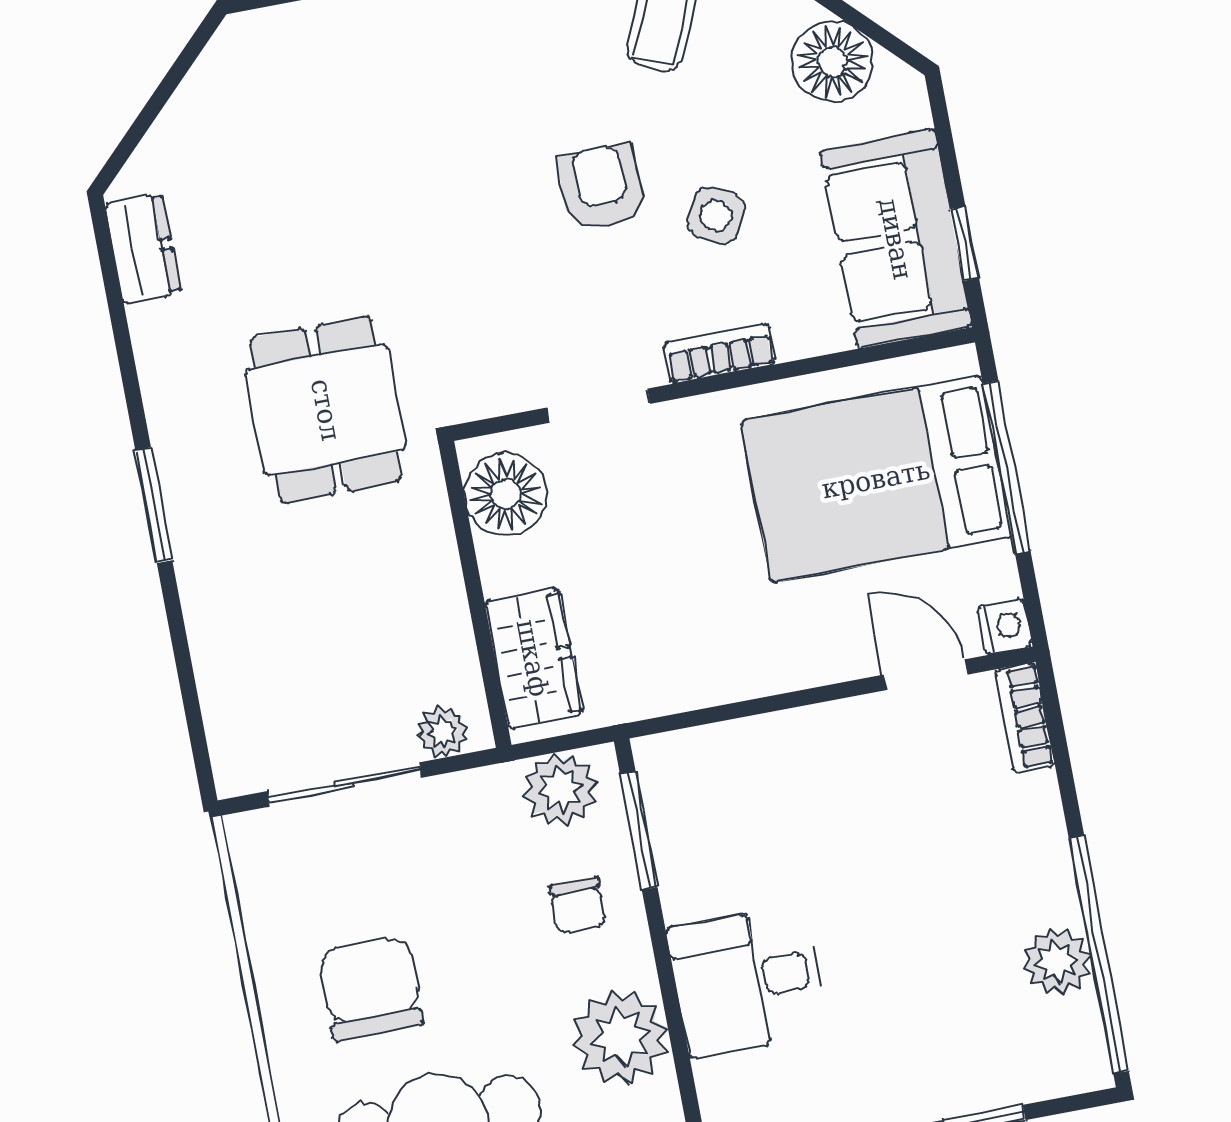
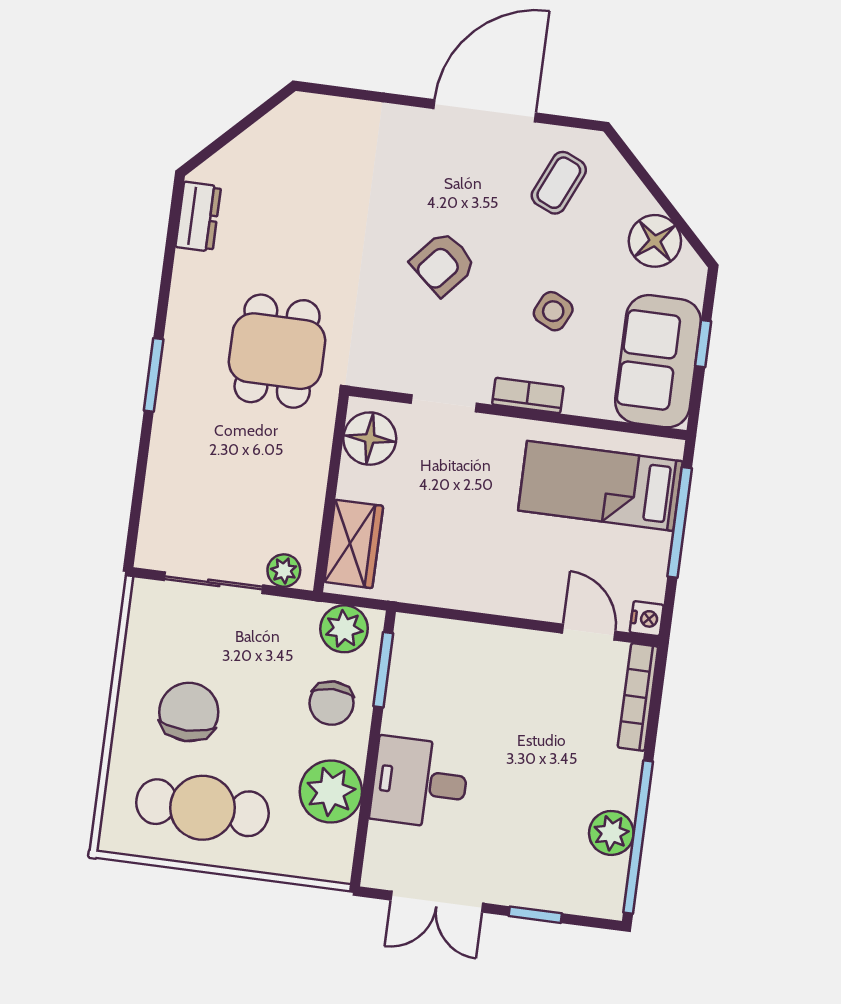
armchair: (601, 187) -> (443, 264), moved, turned -139
window: (964, 244) -> (703, 344), moved
bed: (876, 479) -> (600, 486), width x0.67
bookcase: (1025, 718) -> (638, 697), width x1.56
chair: (578, 906) -> (332, 703), width x1.37, depth x1.37

